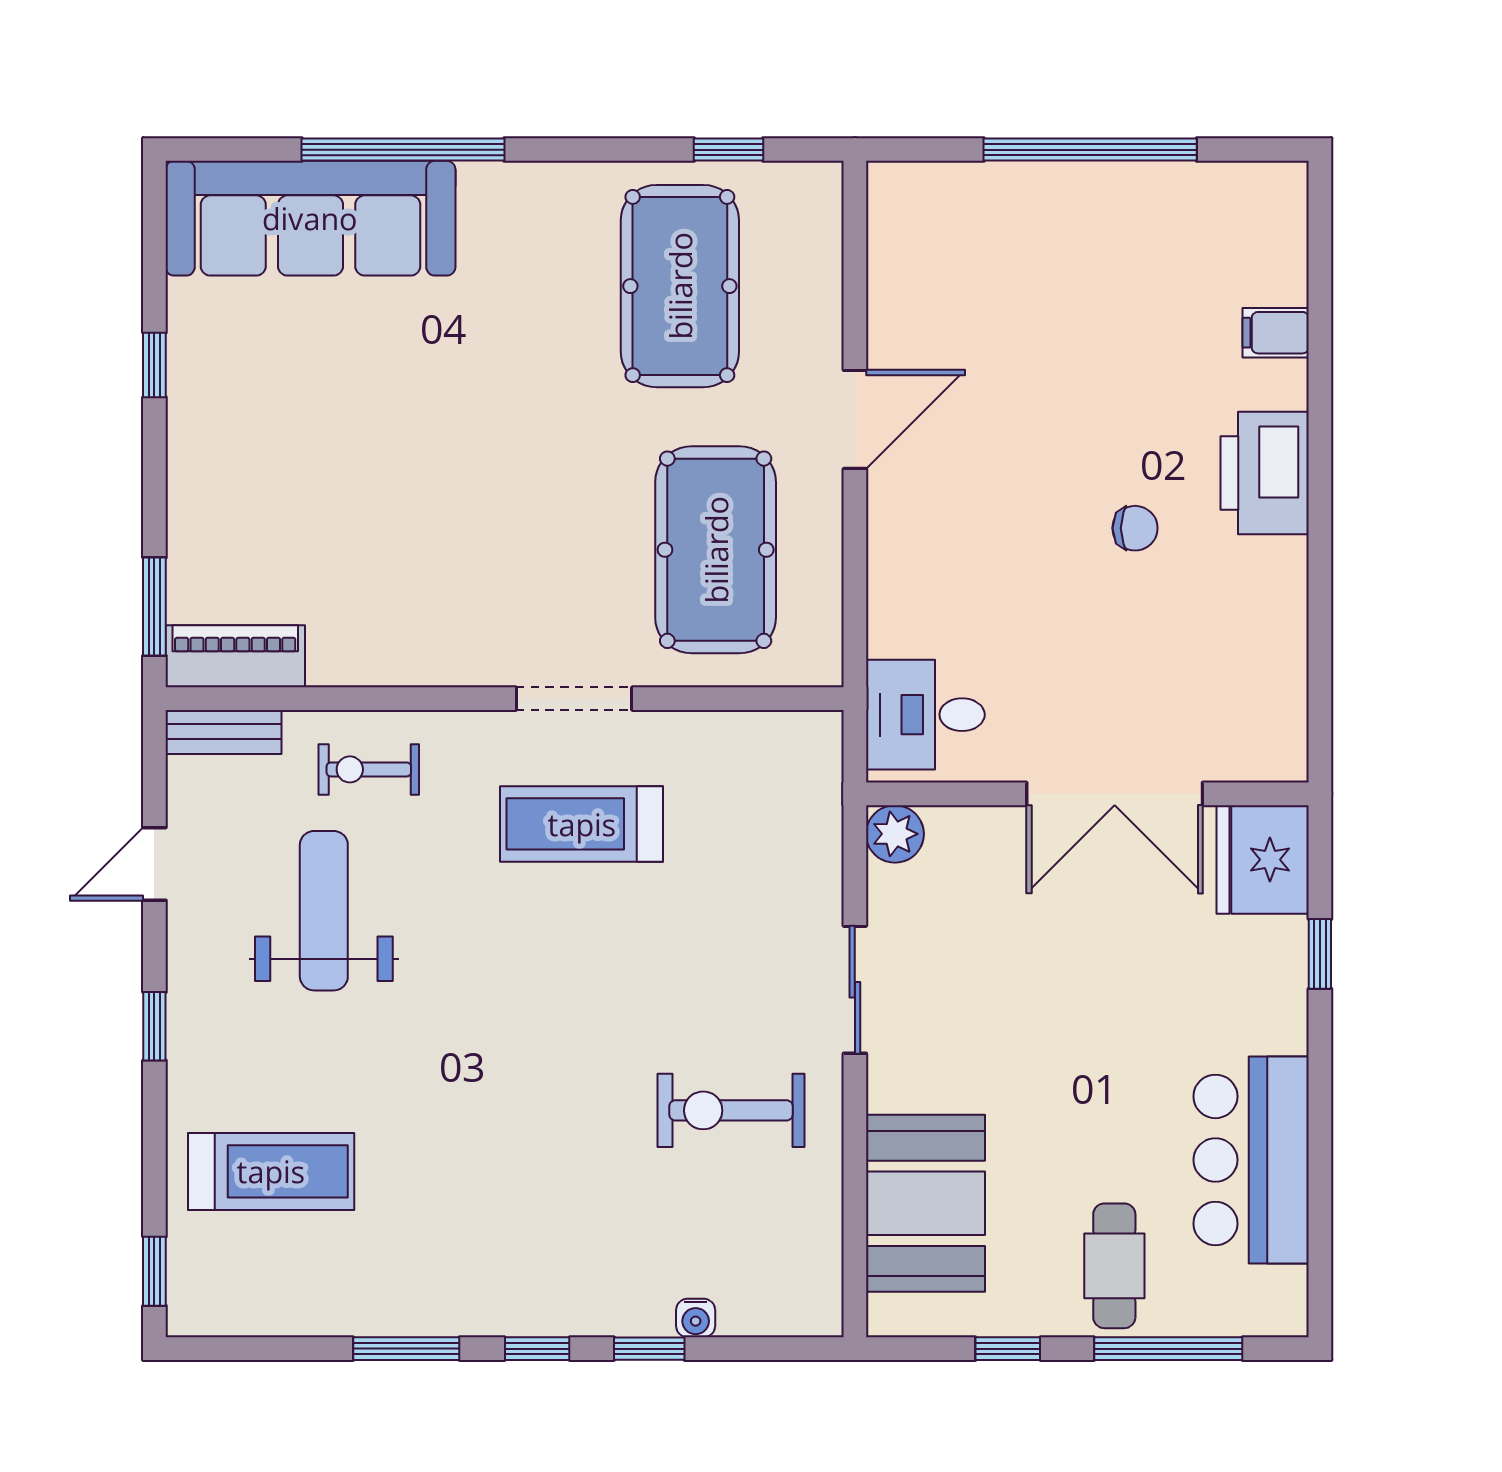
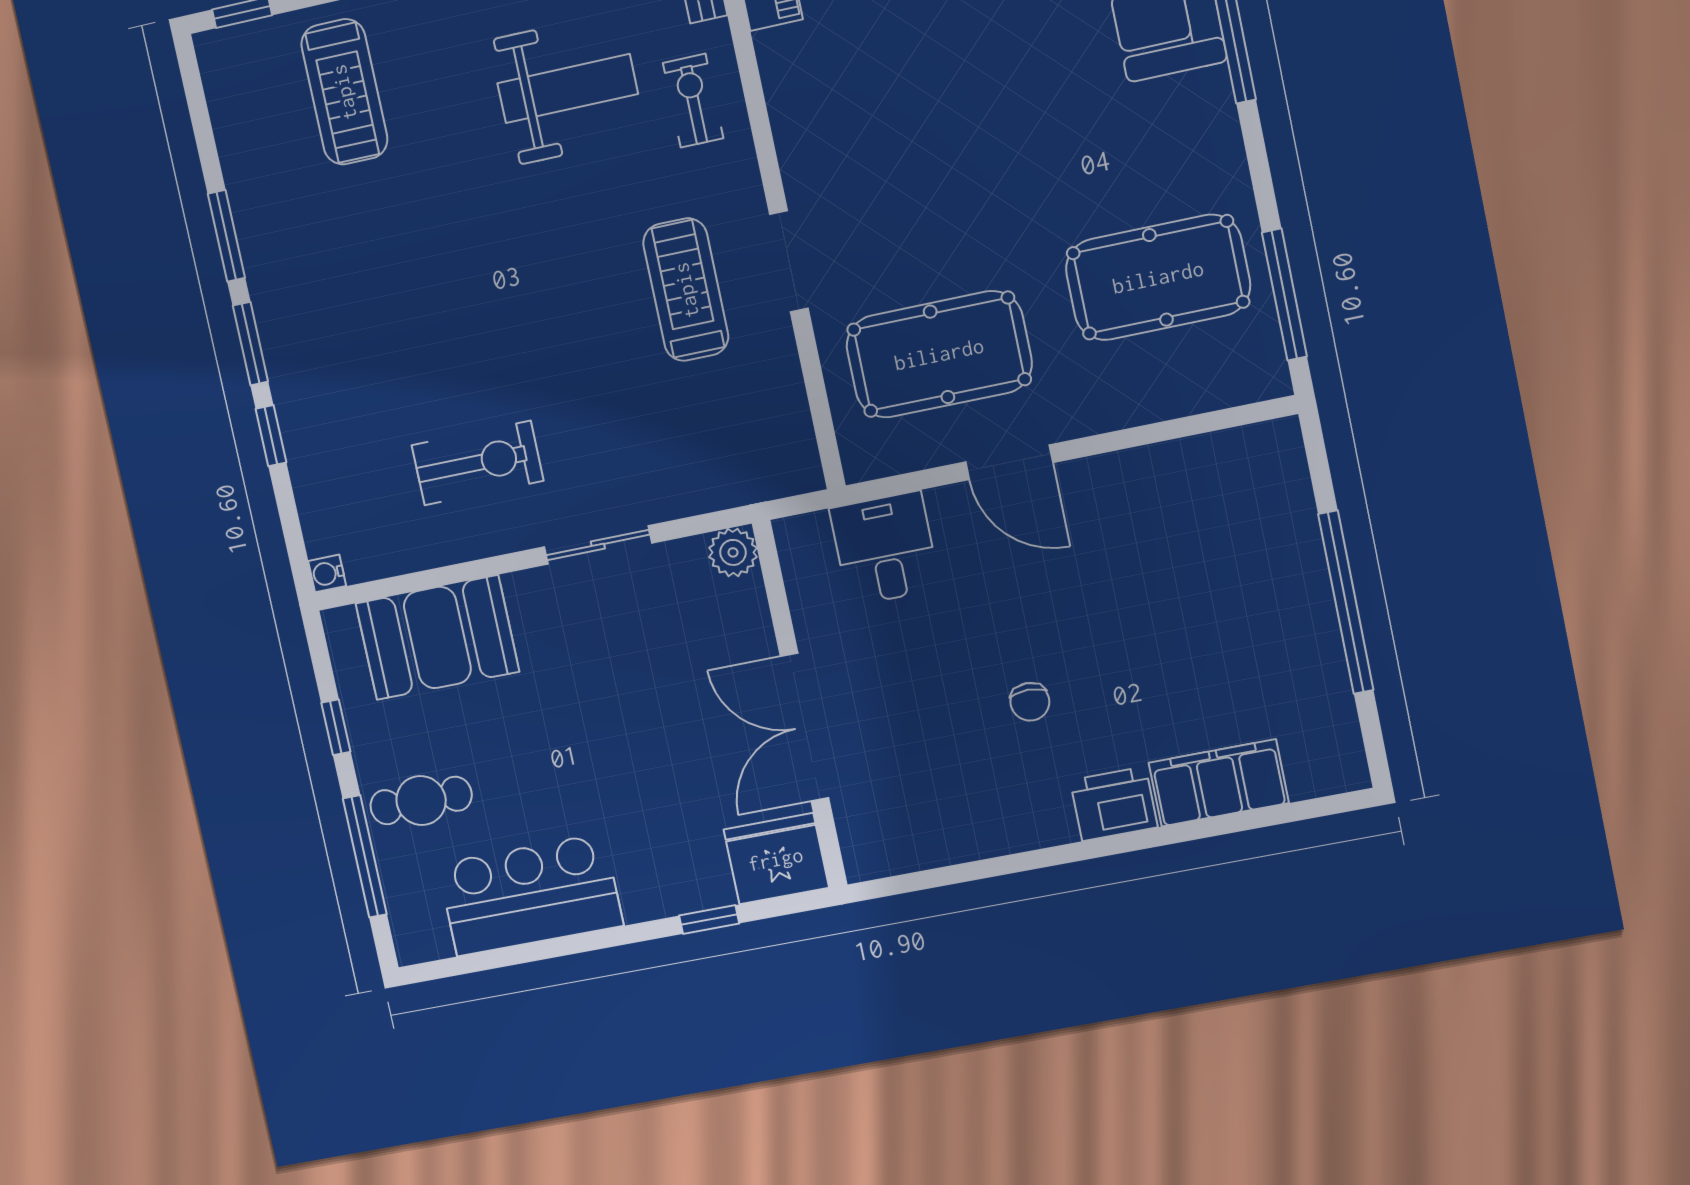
window: (729, 150) -> (1284, 295), width x2.17
filing cabinet: (1276, 333) -> (1219, 783), width x3.00, depth x1.17
door: (855, 419) -> (1009, 462), moved
printer: (1265, 473) -> (1114, 804), width x0.73, depth x0.84
desk: (925, 715) -> (885, 548), moved
exercise bike: (731, 1110) -> (477, 463), turned 90
water cooler: (696, 1318) -> (327, 573), moved
window: (537, 1349) -> (250, 344), width x1.50

